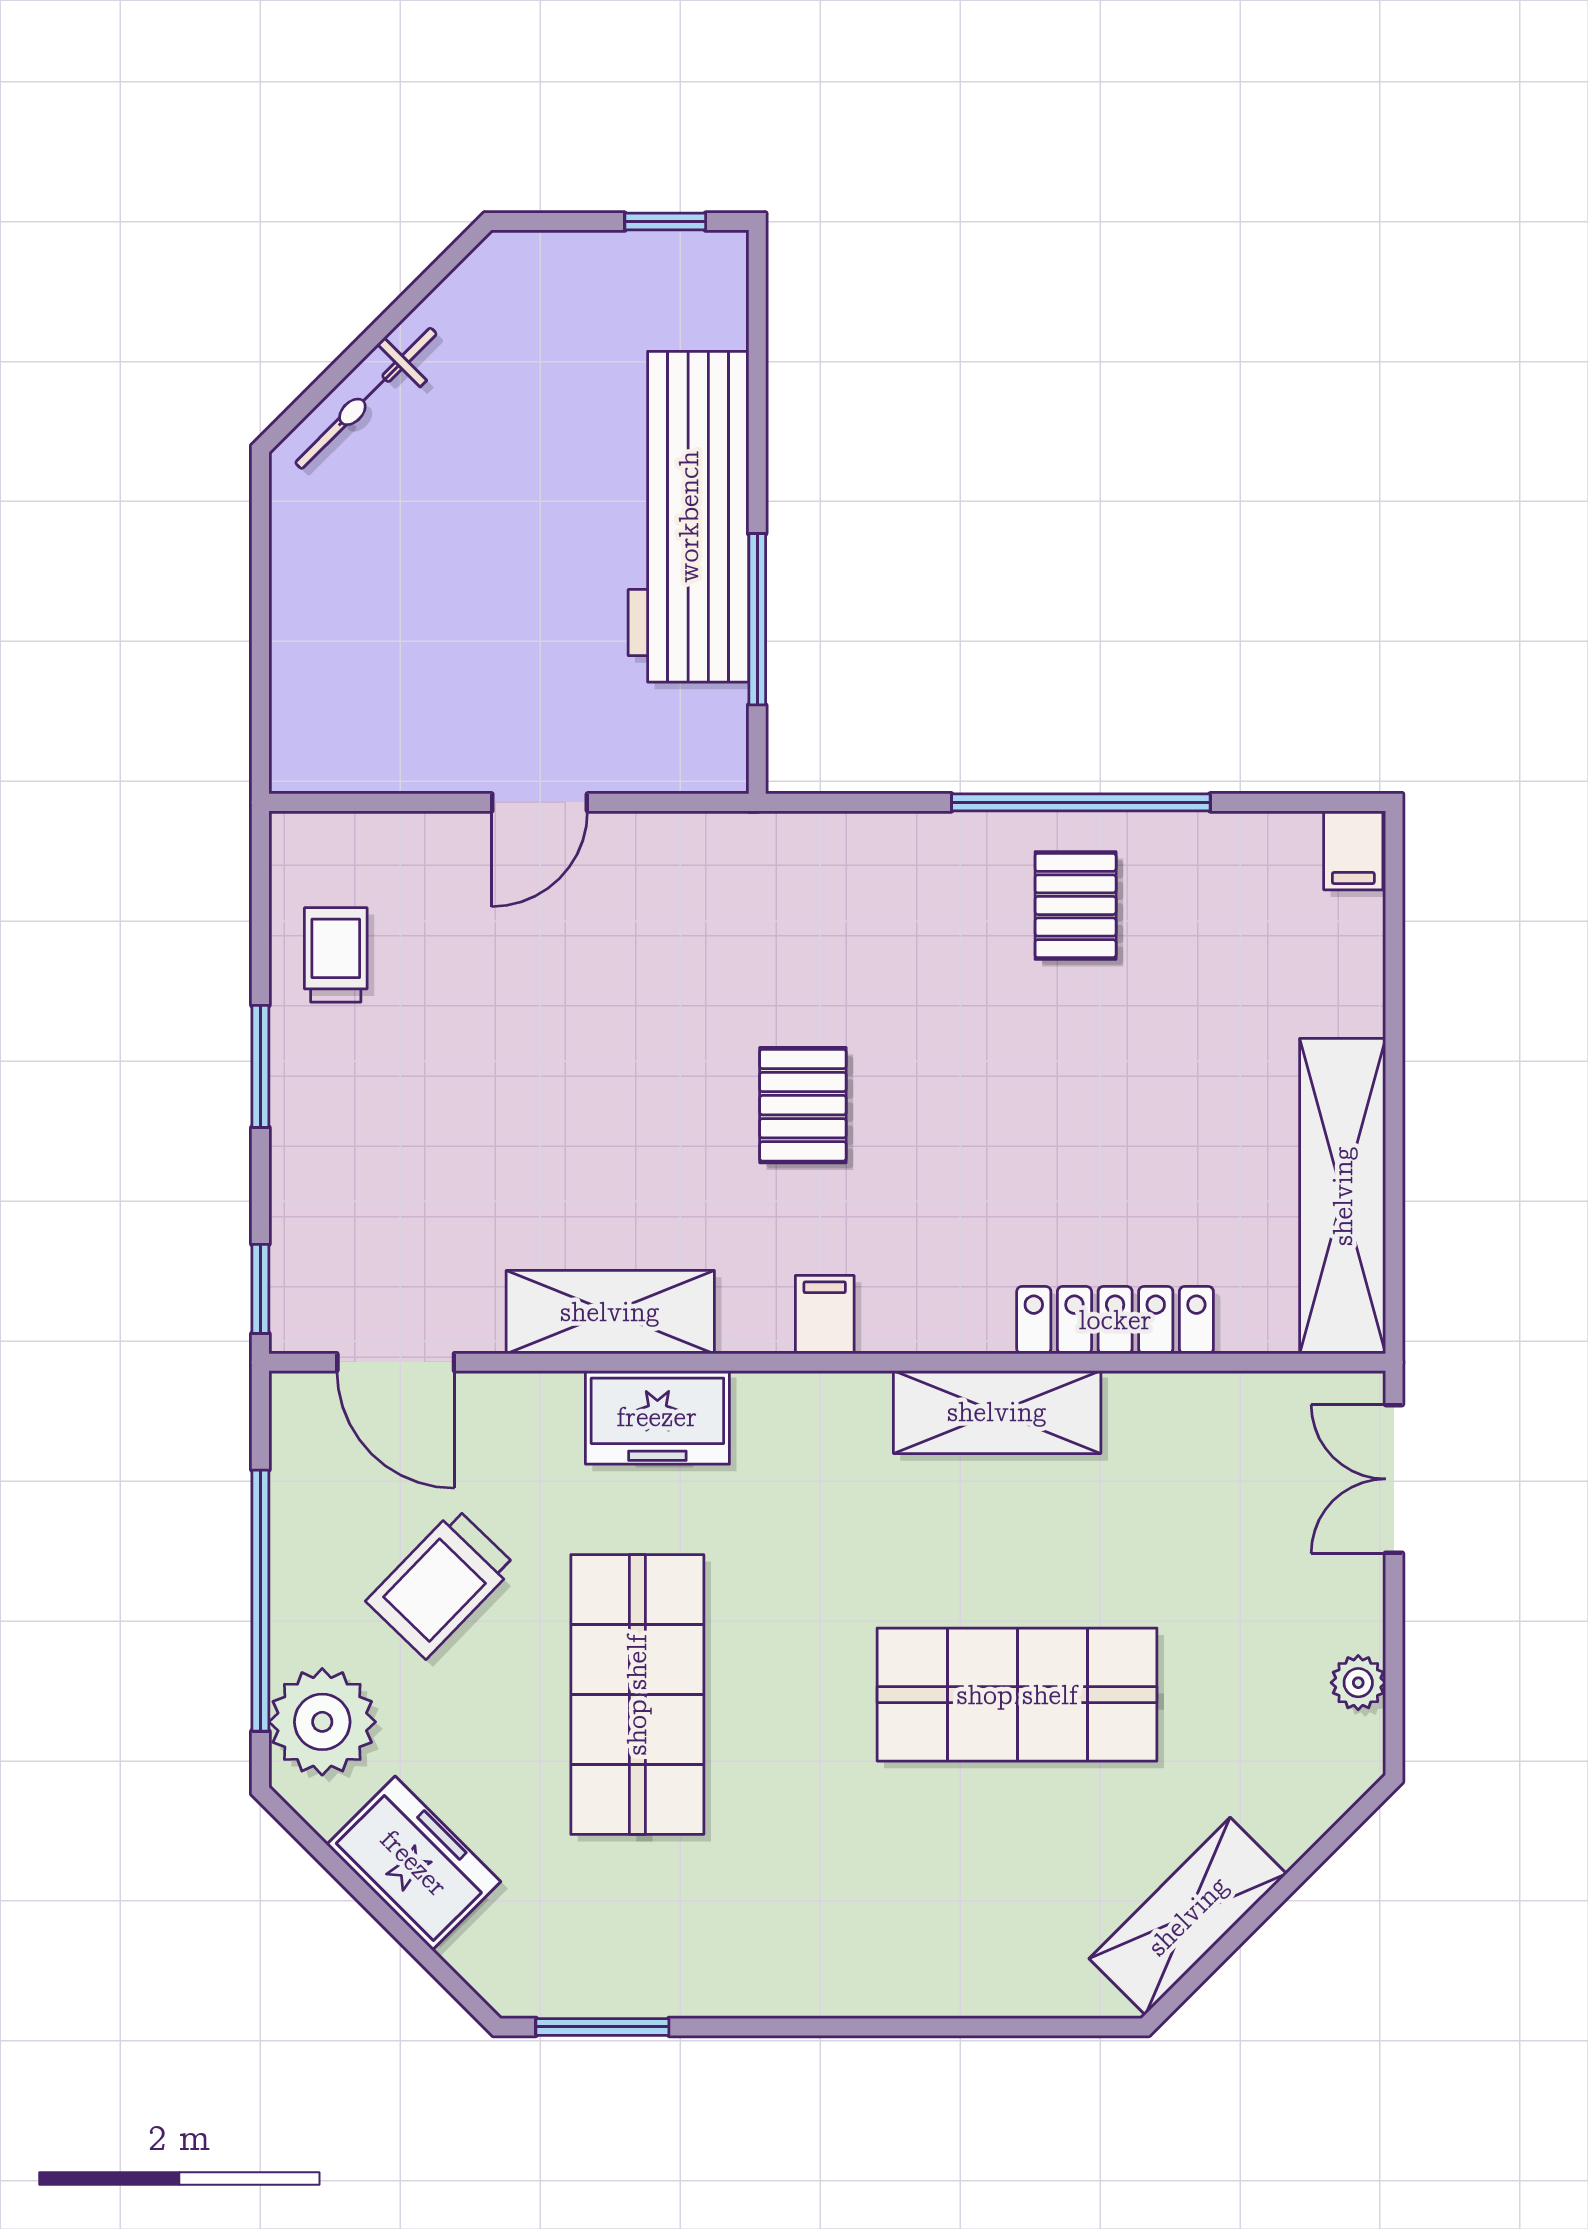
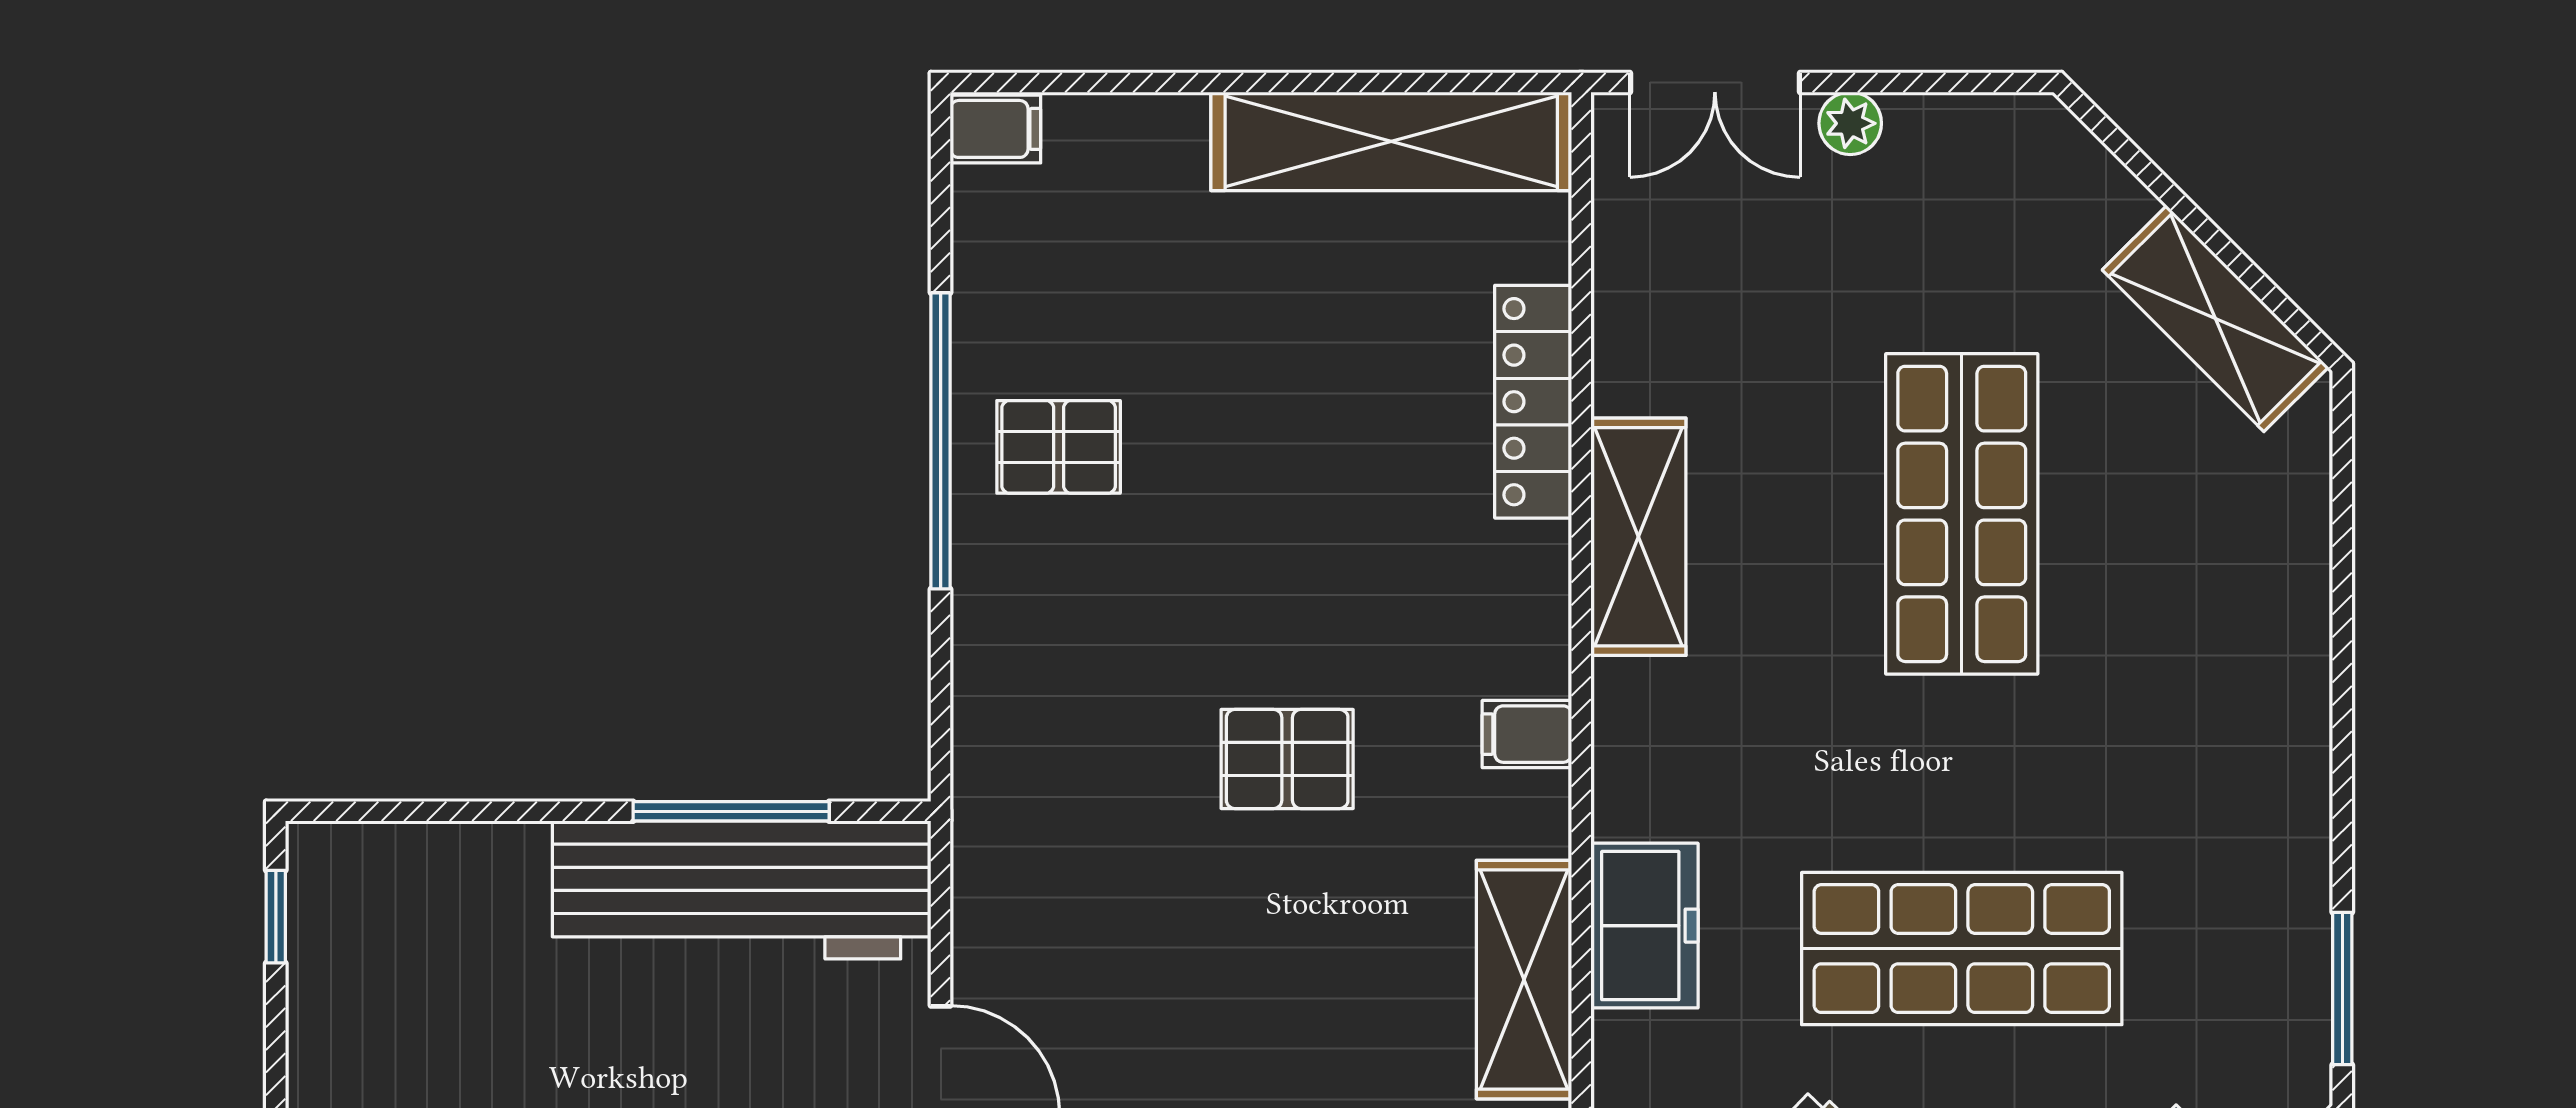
workbench: (689, 517) -> (742, 890), moved
plant: (1358, 1683) -> (1850, 123), moved

